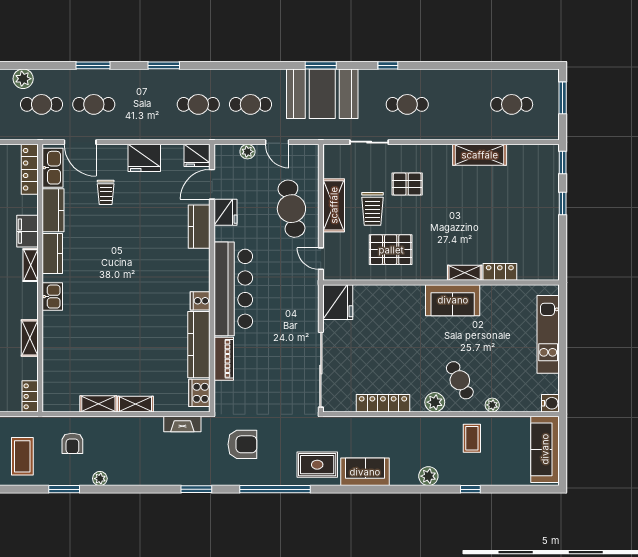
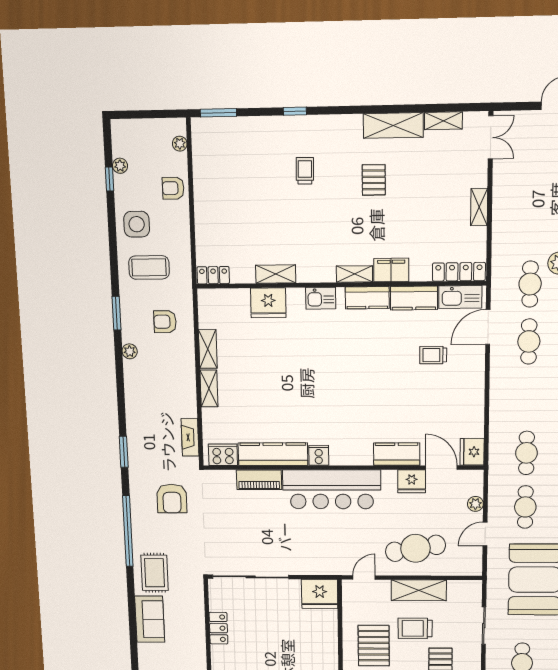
fridge: (144, 158) -> (268, 303), moved, turned -90
locker: (383, 403) -> (218, 628), width x0.66

